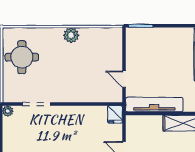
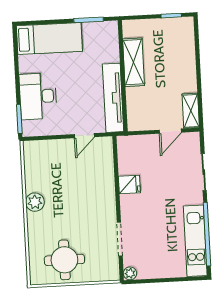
desk: (159, 42) -> (38, 96), added
fridge: (115, 114) -> (129, 184), moved

